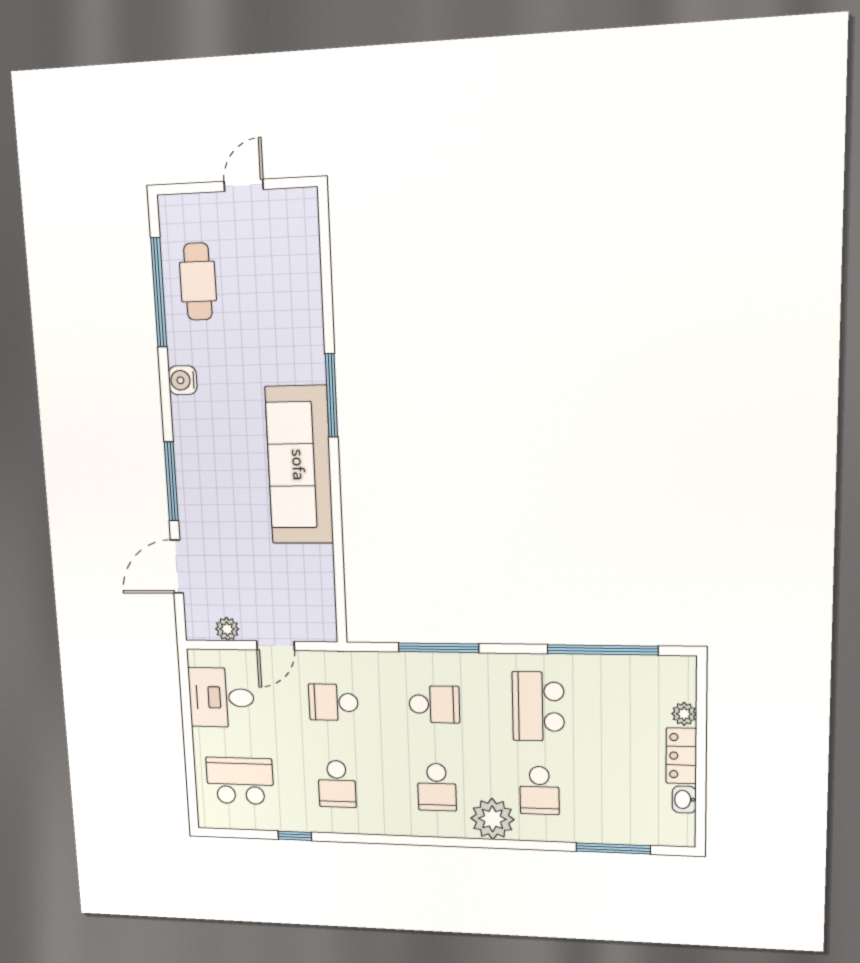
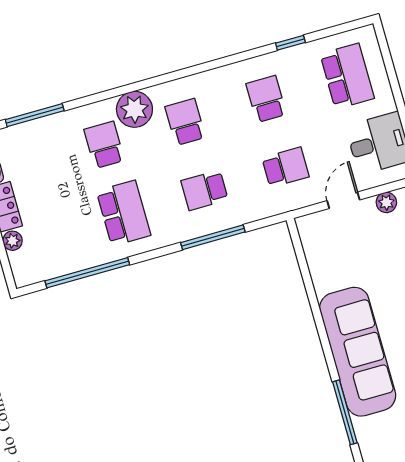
school desk: (240, 781) -> (347, 76), turned -90

